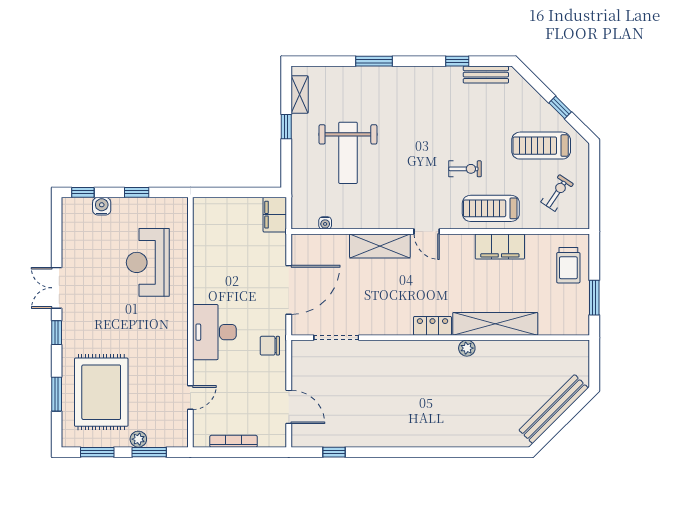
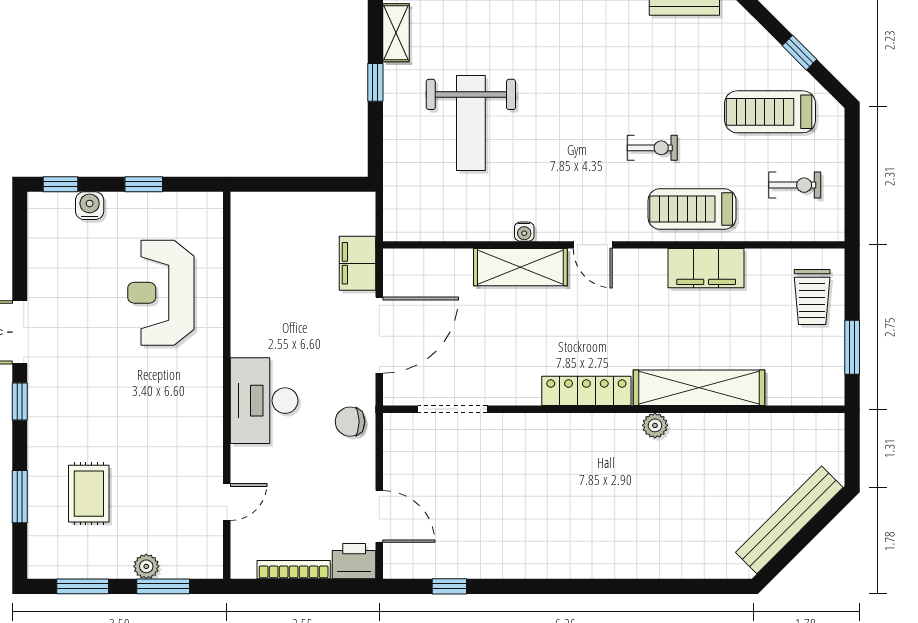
exercise bike: (557, 193) -> (795, 185), turned 56
filing cabinet: (275, 215) -> (358, 263), moved
water cooler: (325, 223) -> (524, 232), moved
locker: (432, 326) -> (586, 391), width x1.53
rug: (101, 392) -> (89, 494), width x0.54, depth x0.49
printer: (273, 436) -> (354, 561), added

